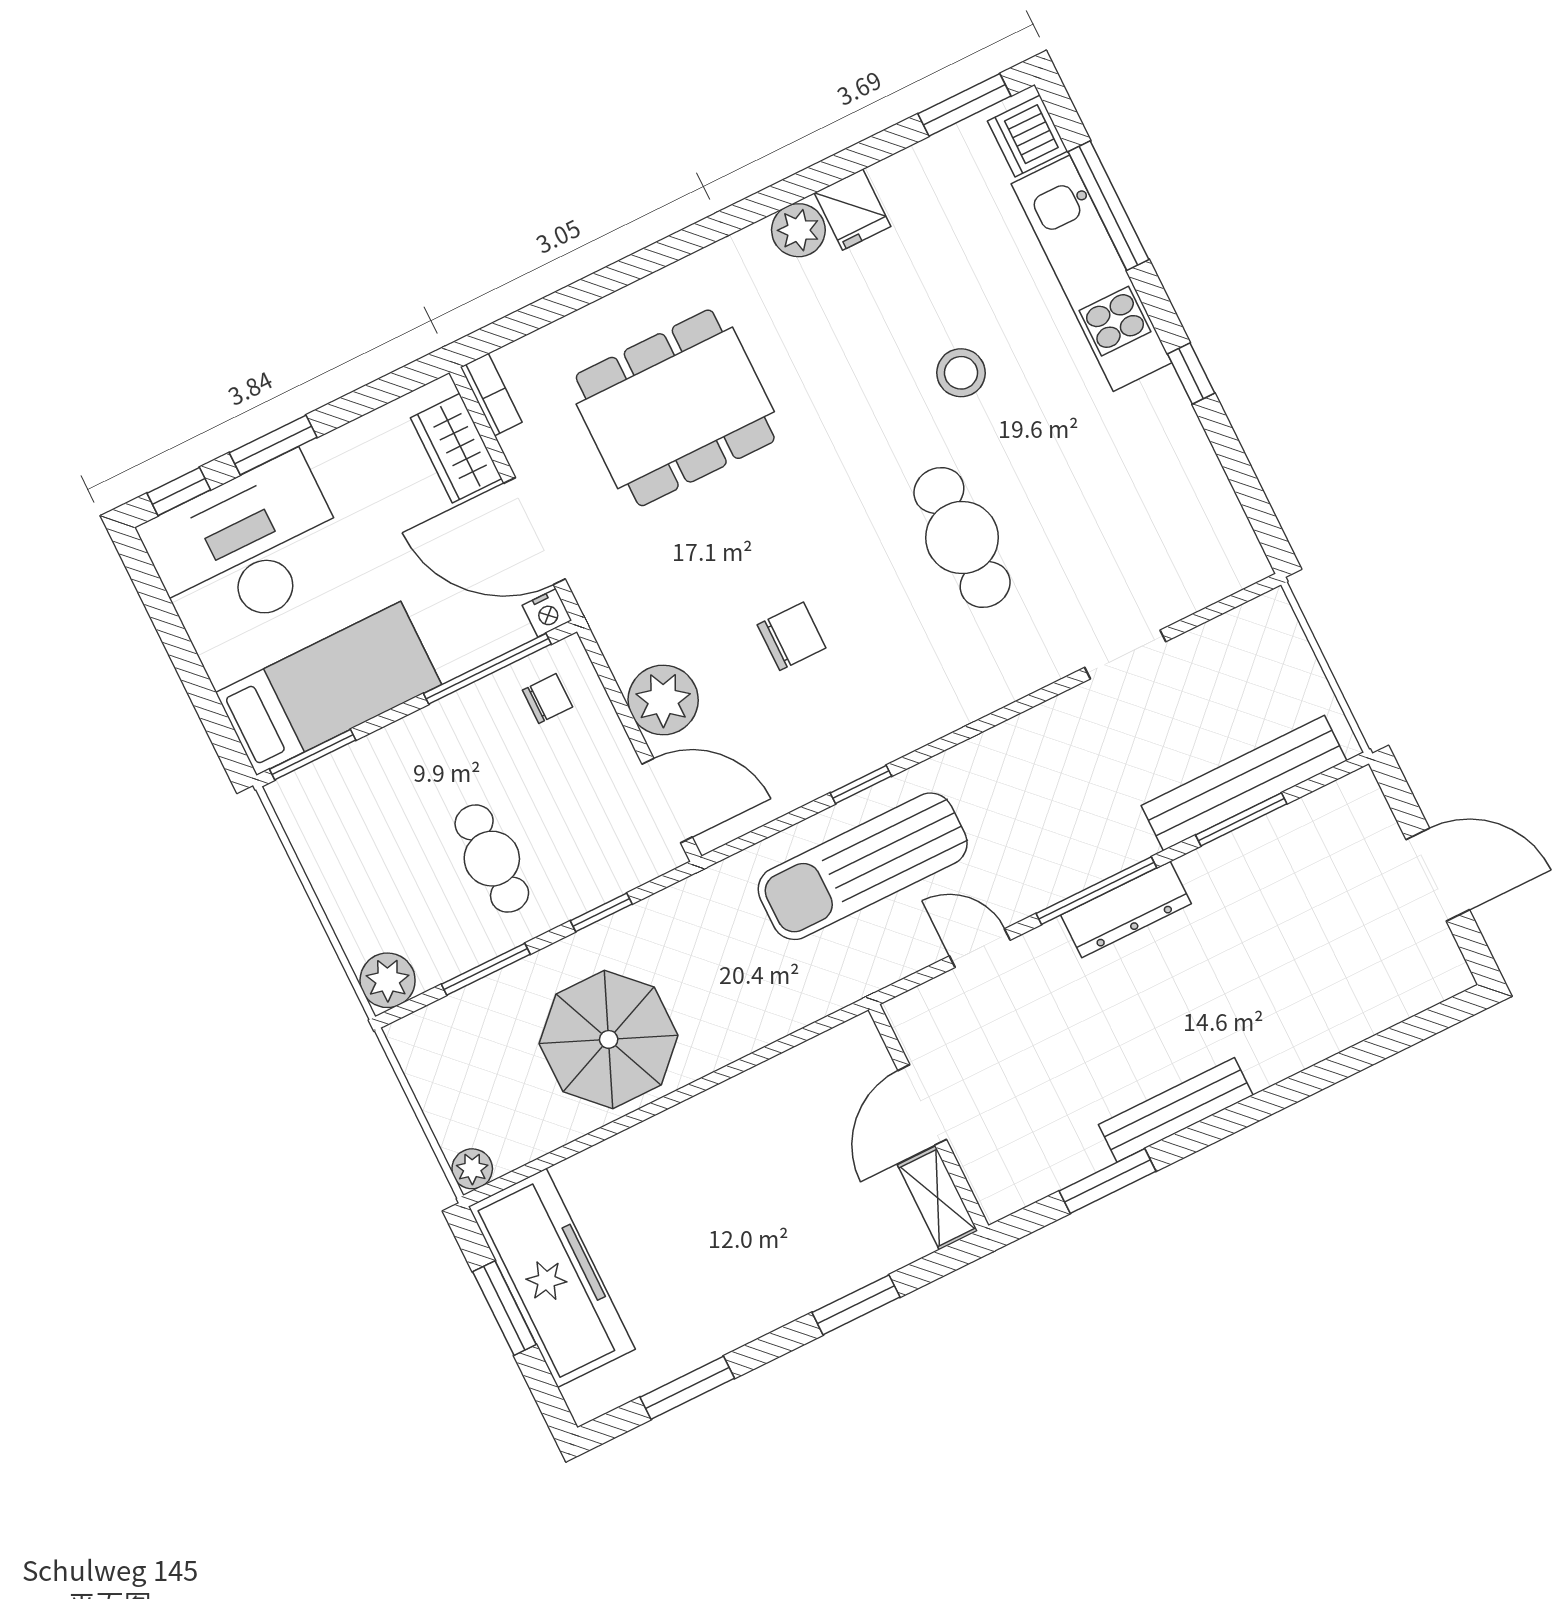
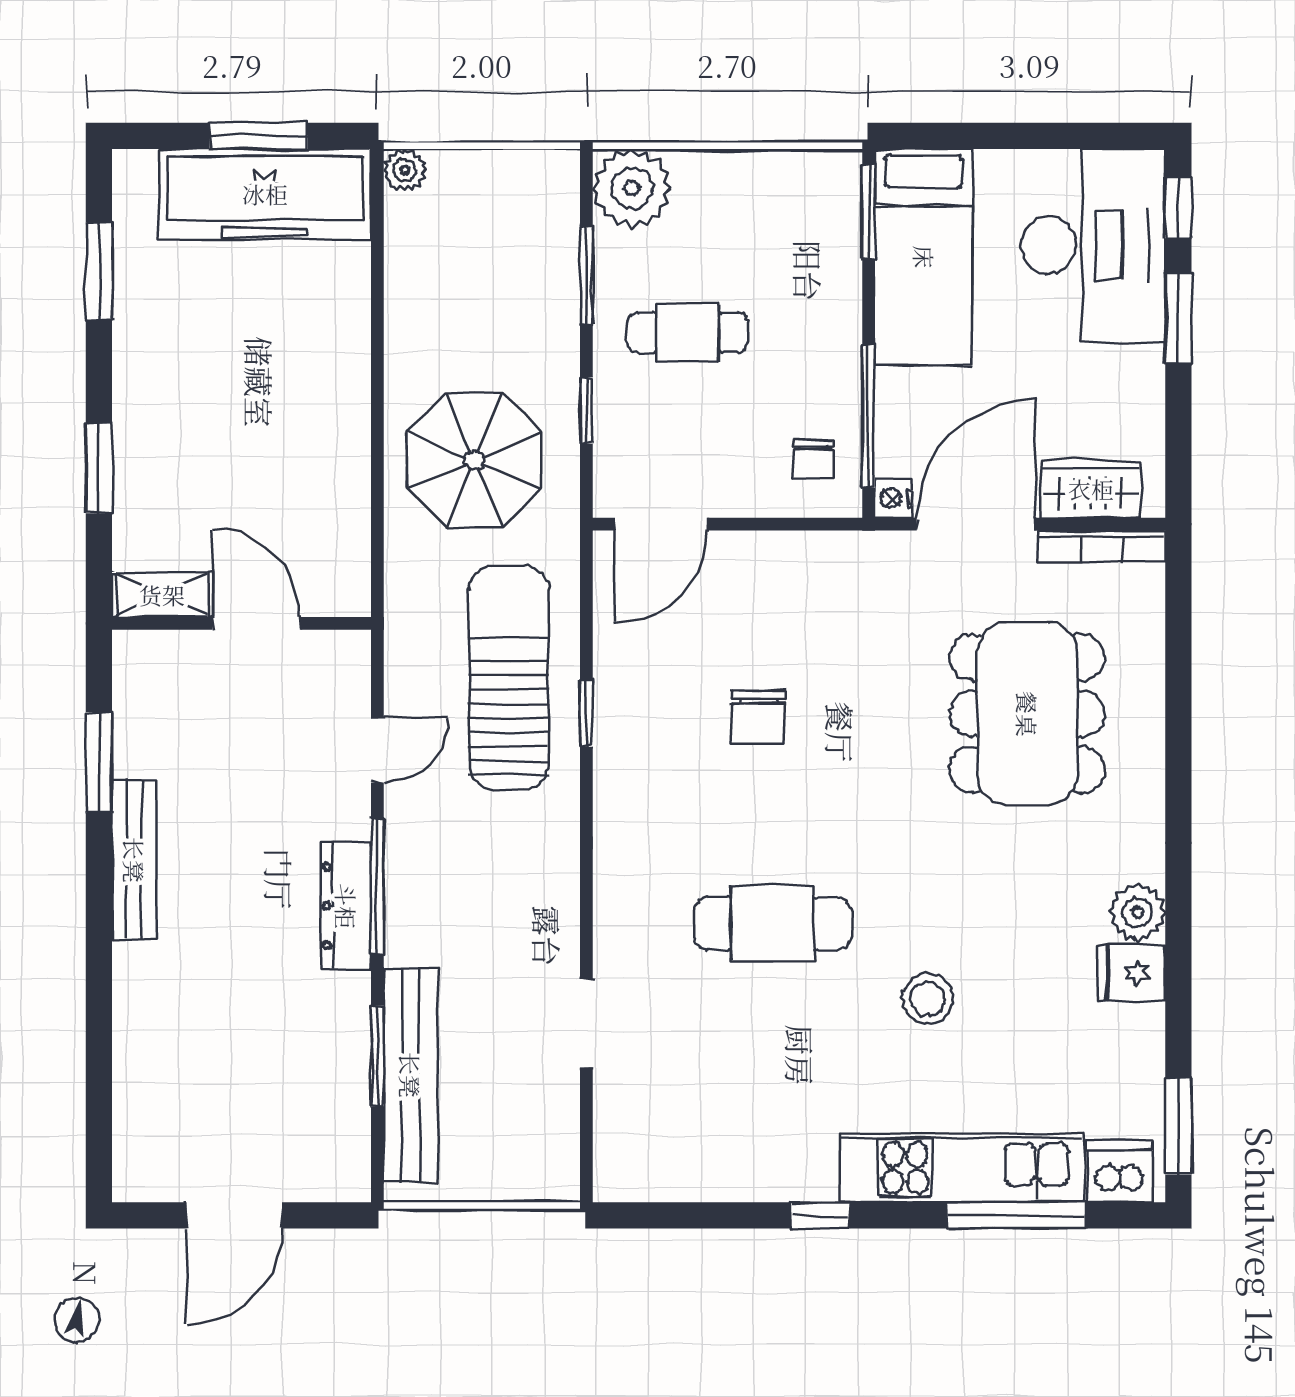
bookcase: (491, 395) -> (1102, 547), width x1.56
plant: (663, 700) -> (758, 567), removed
plant: (388, 980) -> (632, 188), width x1.36, depth x1.36
parasol: (609, 1039) -> (474, 460), moved

